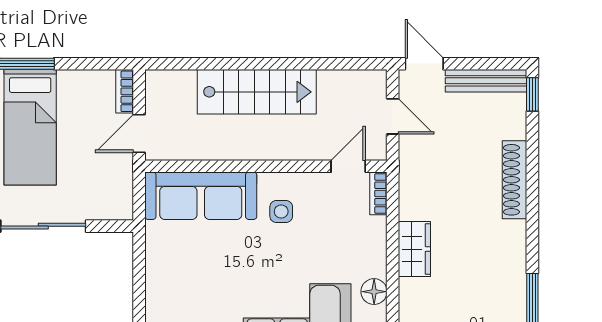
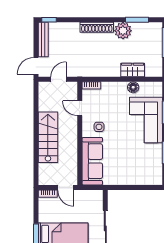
door: (348, 166) -> (80, 108), moved
shoe rack: (515, 180) -> (97, 27), moved
wardrobe: (414, 249) -> (133, 70), moved
plant: (507, 268) -> (123, 31), added

